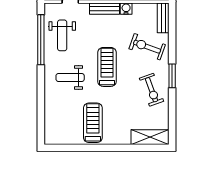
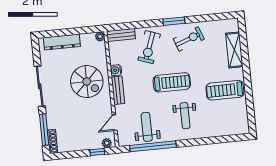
weight bench: (62, 35) -> (147, 127), turned -90
treadmill: (107, 67) -> (172, 82), turned 180
shelving: (150, 137) -> (234, 50), moved

